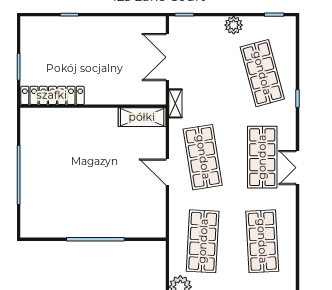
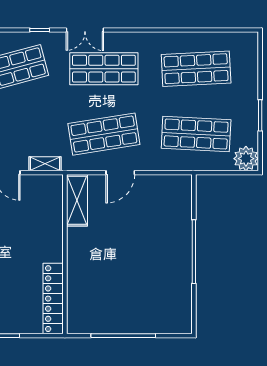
locker: (52, 95) -> (53, 299), moved
wall: (93, 106) -> (65, 254), moved
shelving: (142, 117) -> (77, 200), moved
double door: (298, 168) -> (85, 30), moved

